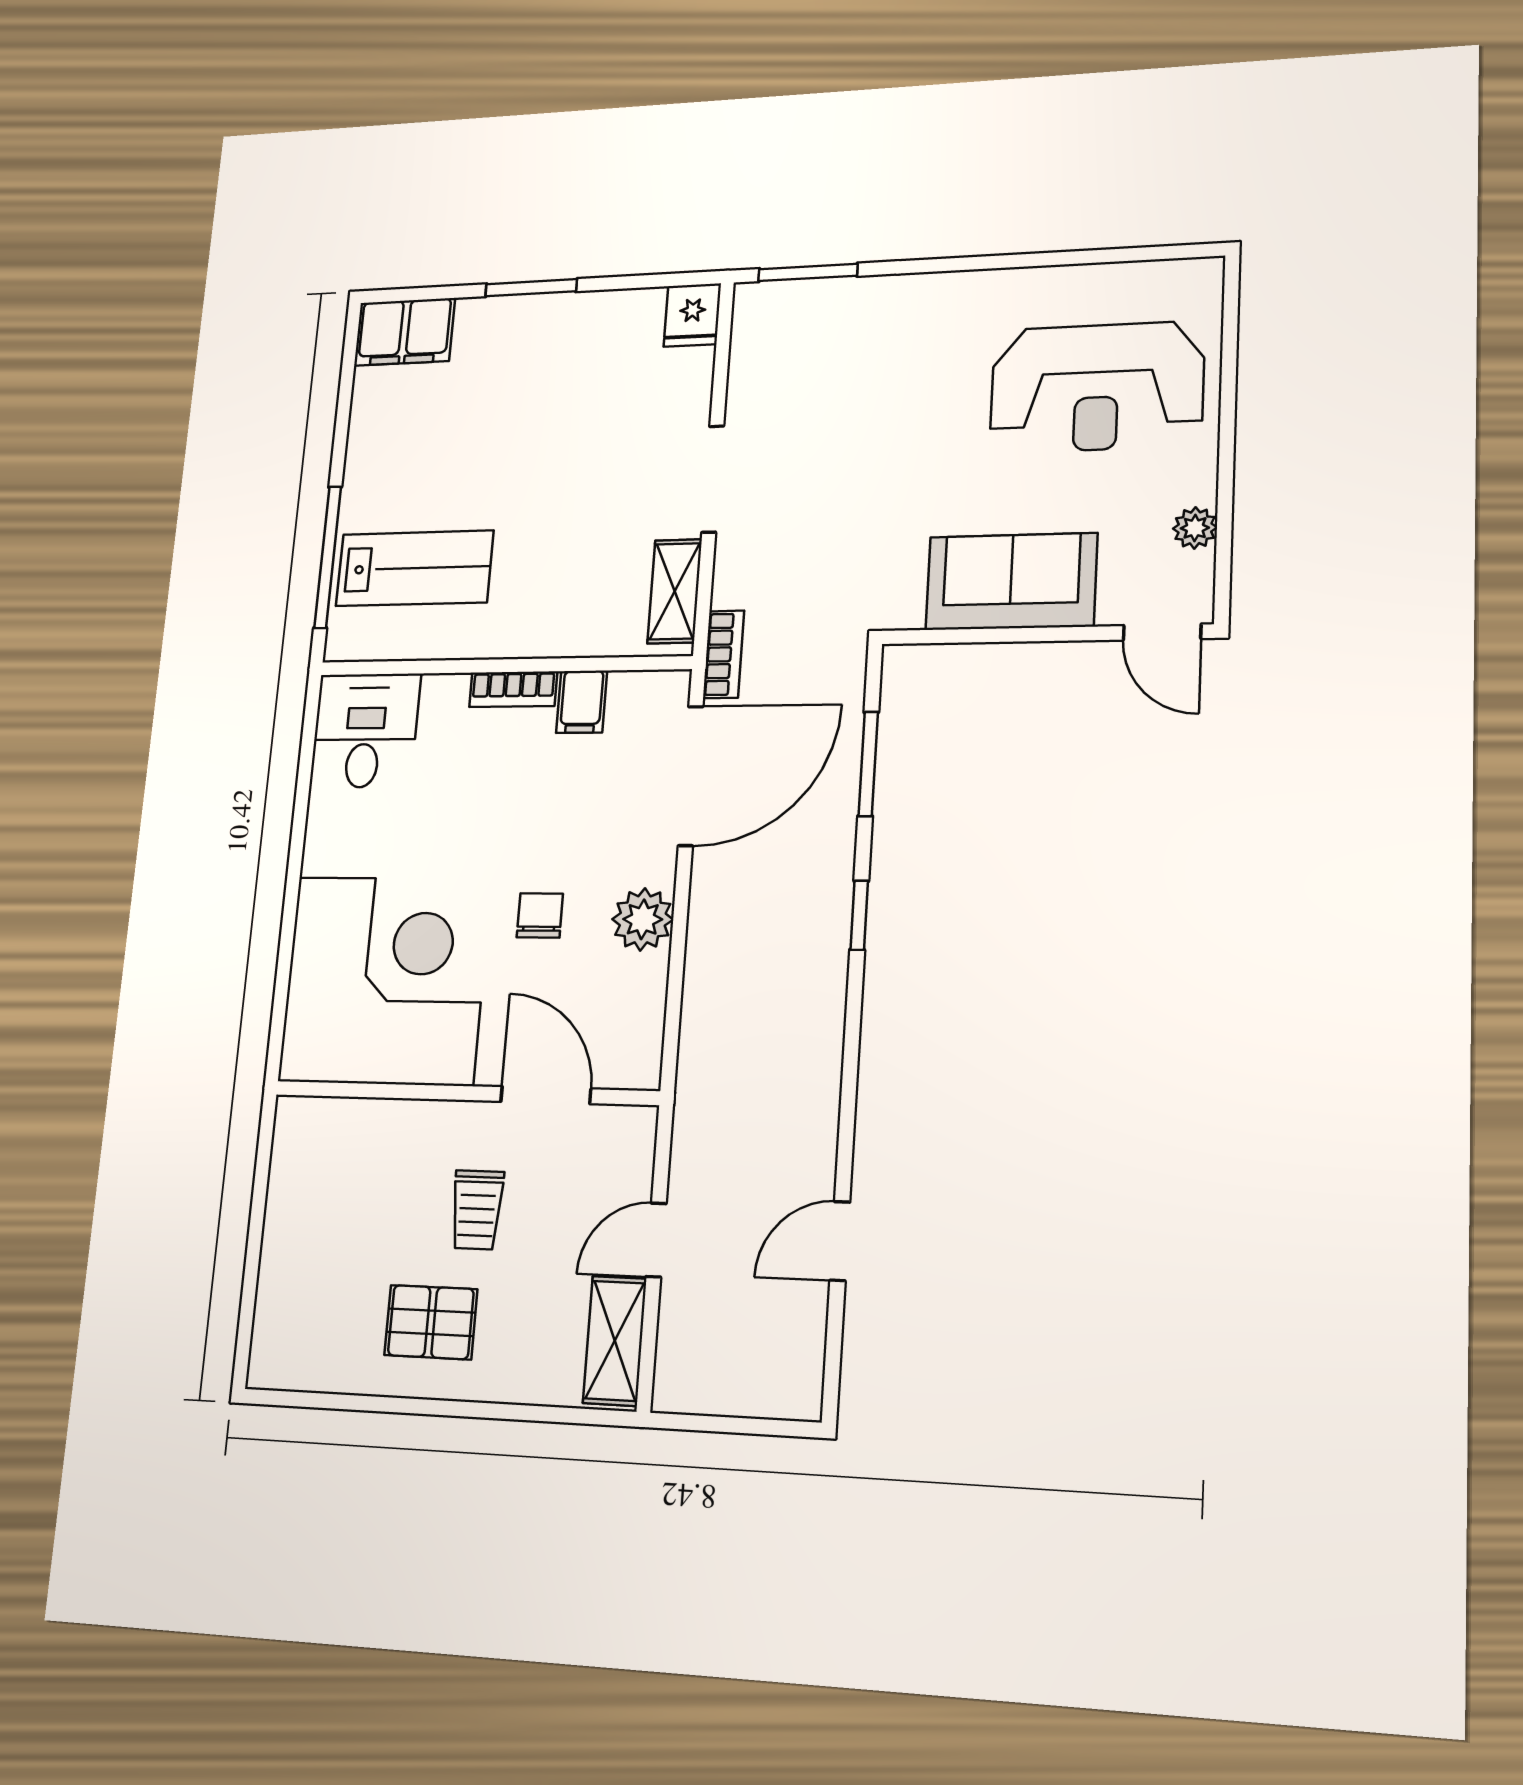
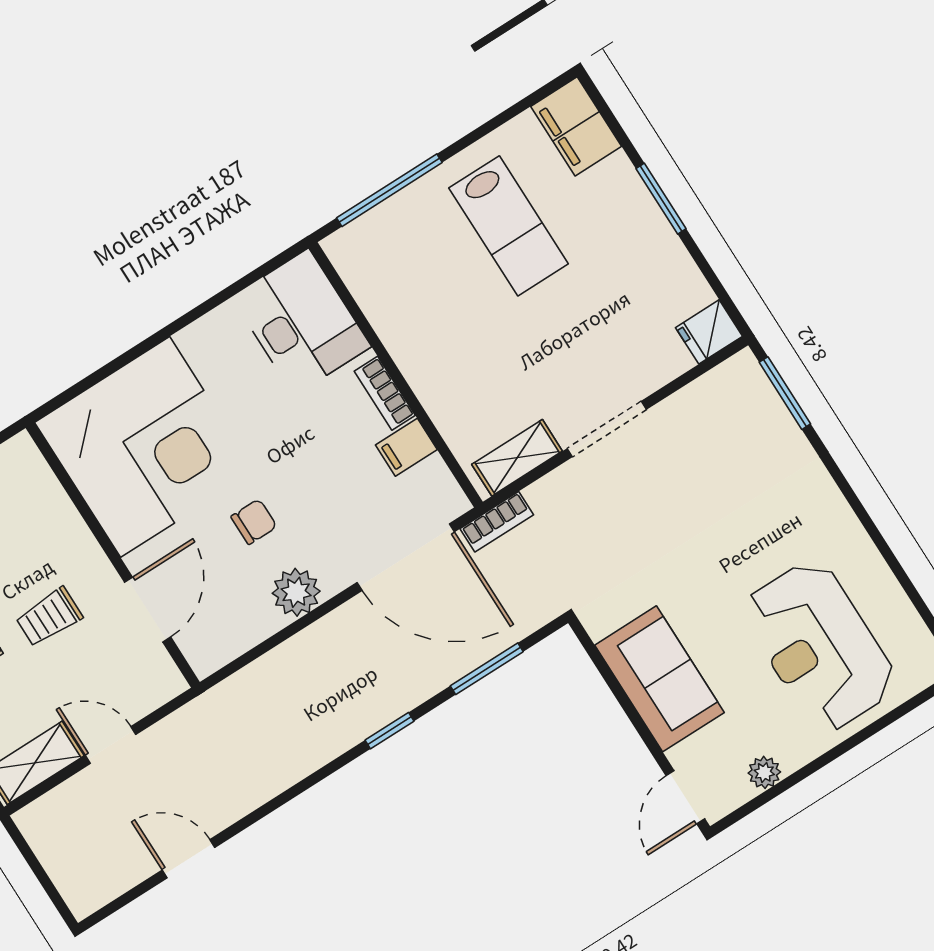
lab bench: (414, 568) -> (509, 226), moved
desk: (365, 731) -> (301, 322), width x1.37

